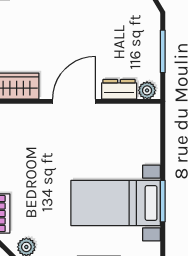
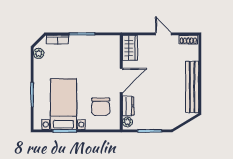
door: (74, 101) -> (121, 80), hinge flipped
chair: (120, 138) -> (101, 107), added

